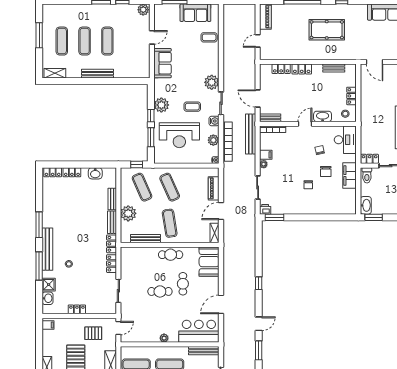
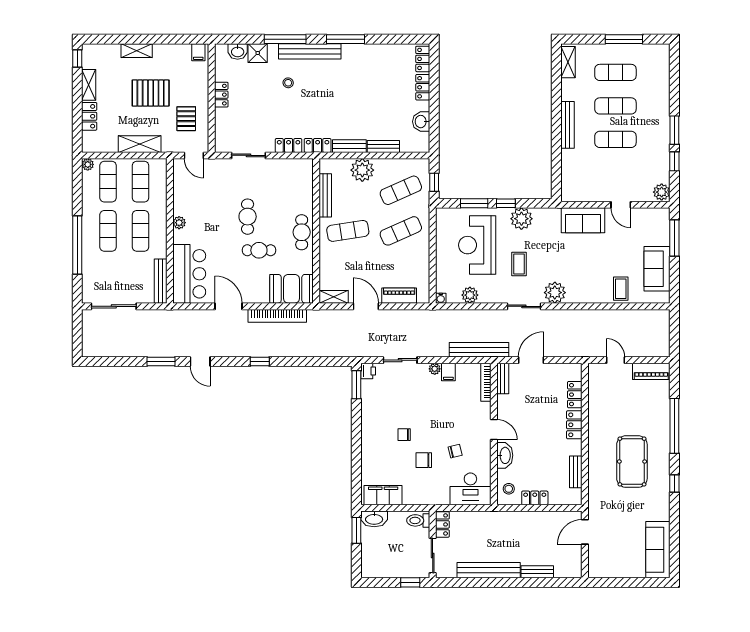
water cooler: (214, 121) -> (498, 296), removed
bookcase: (228, 142) -> (277, 316), moved
filing cabinet: (350, 176) -> (383, 495), moved

